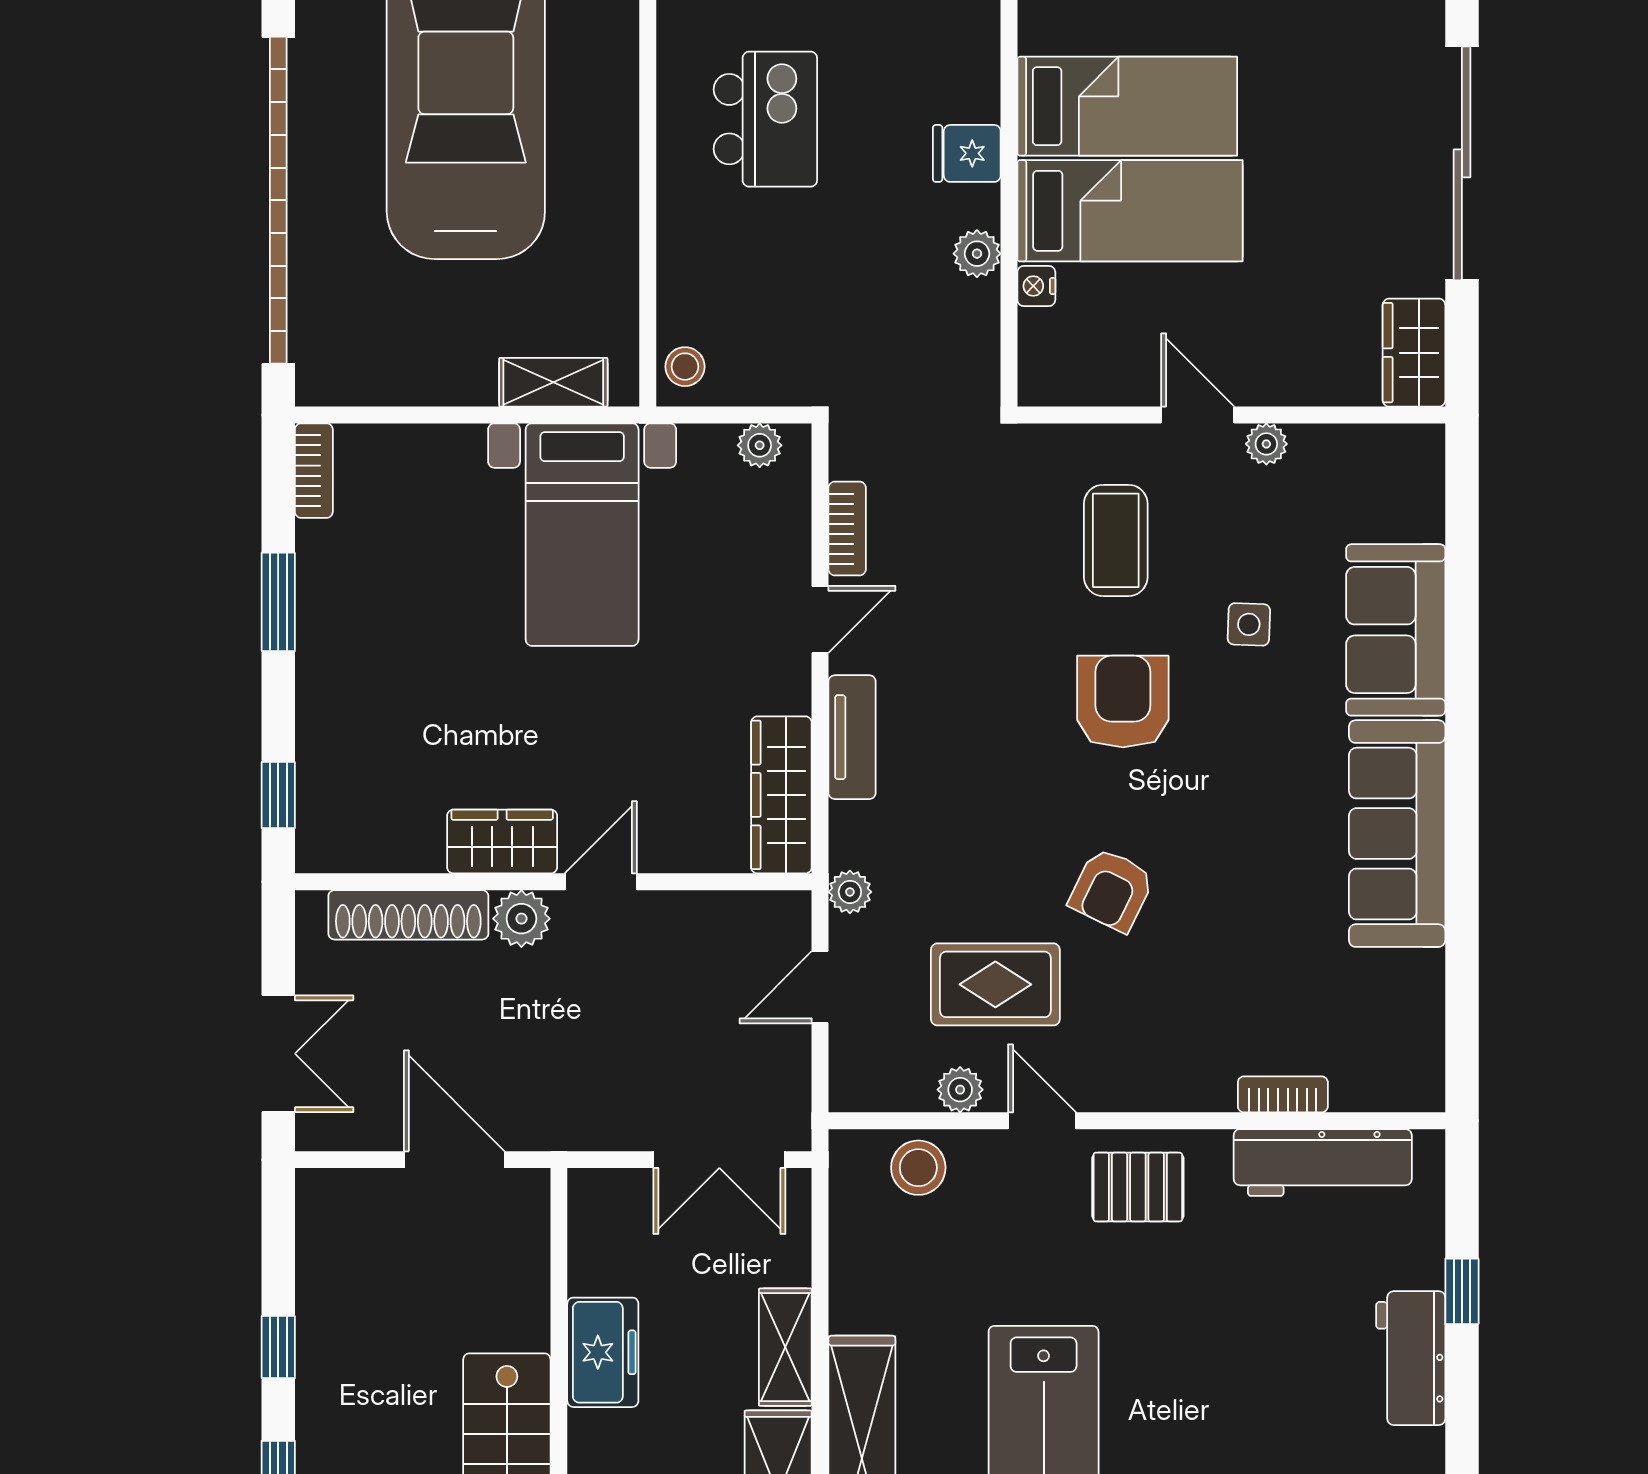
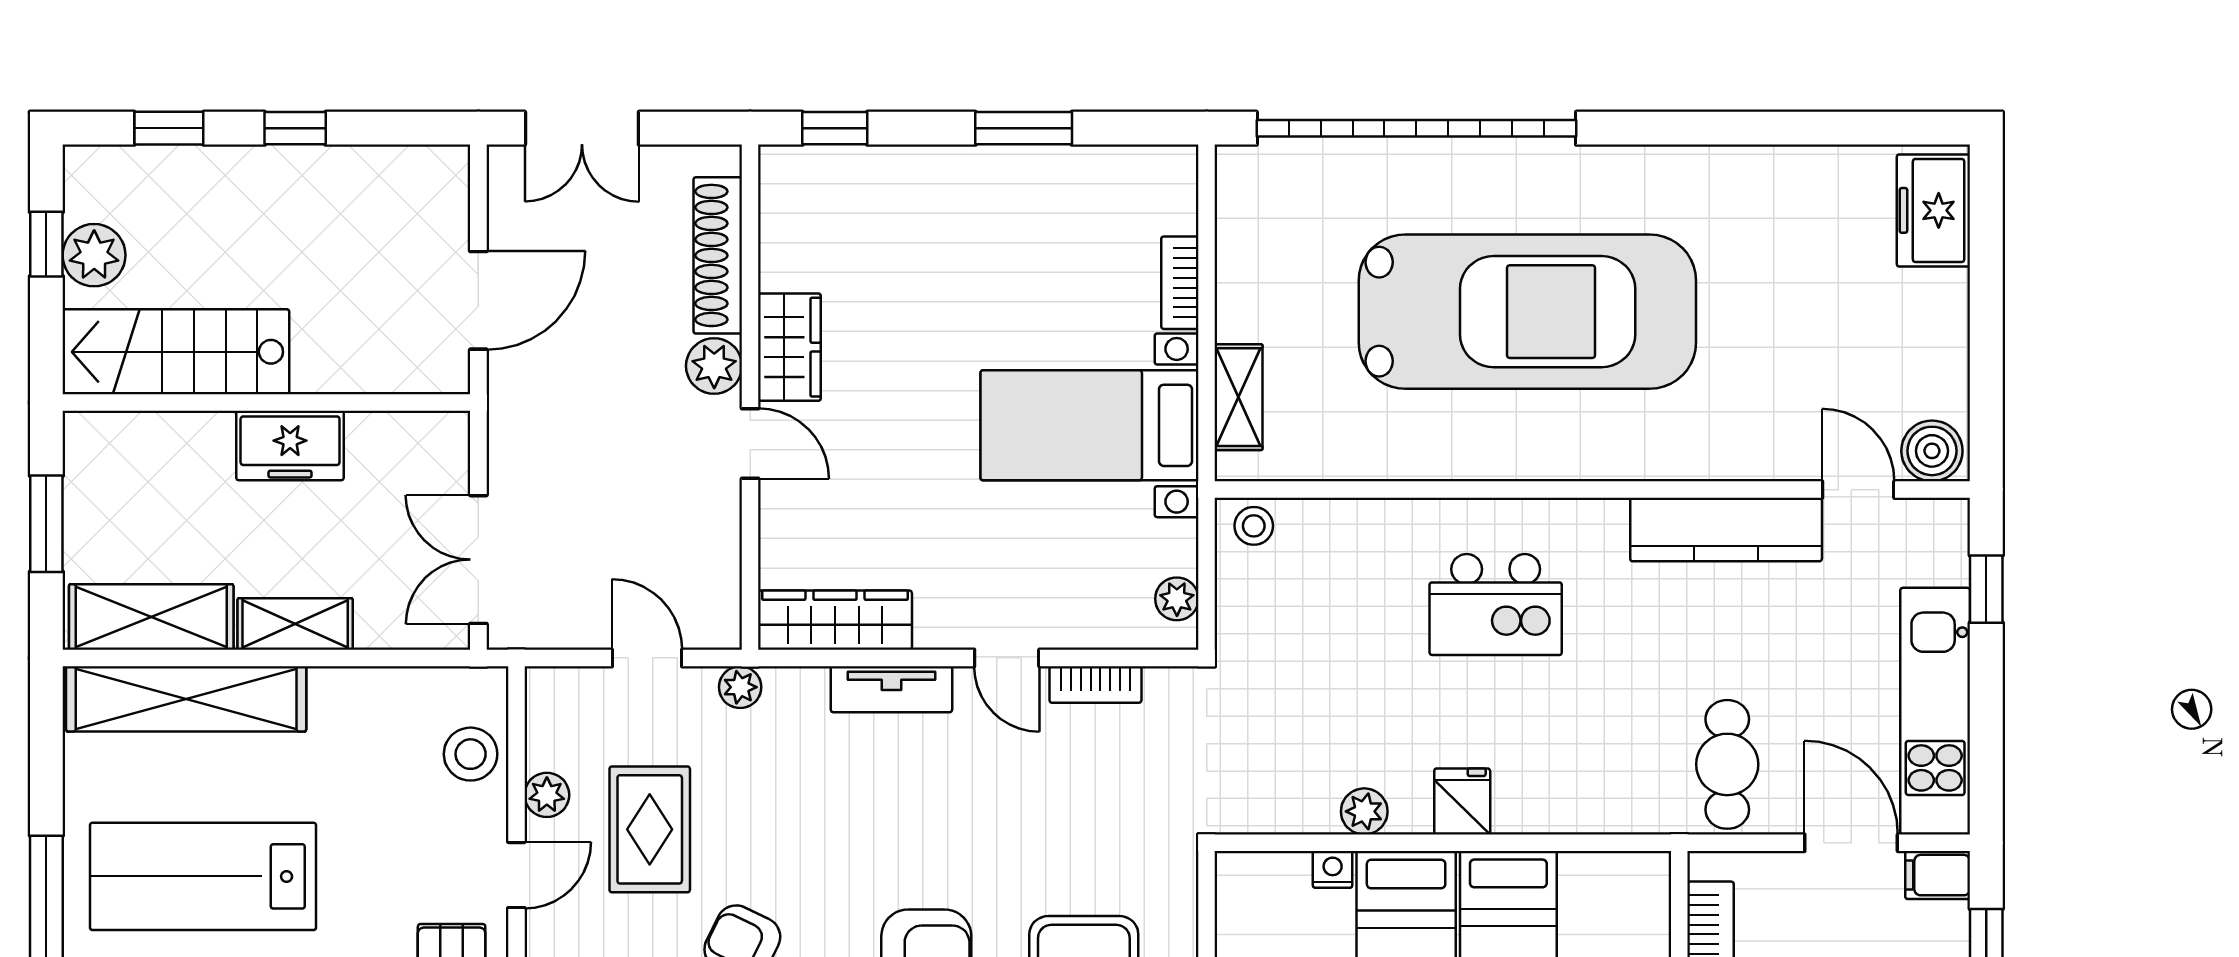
bookcase: (314, 471) -> (1180, 283), moved, turned 90

